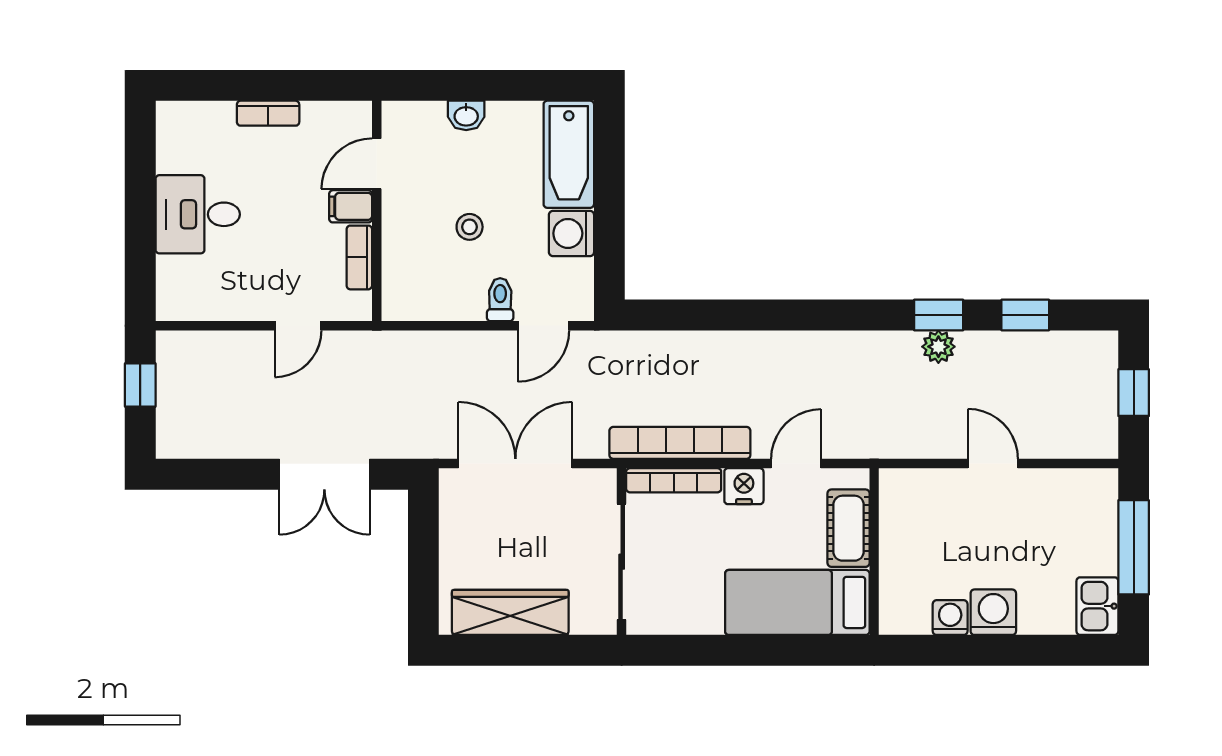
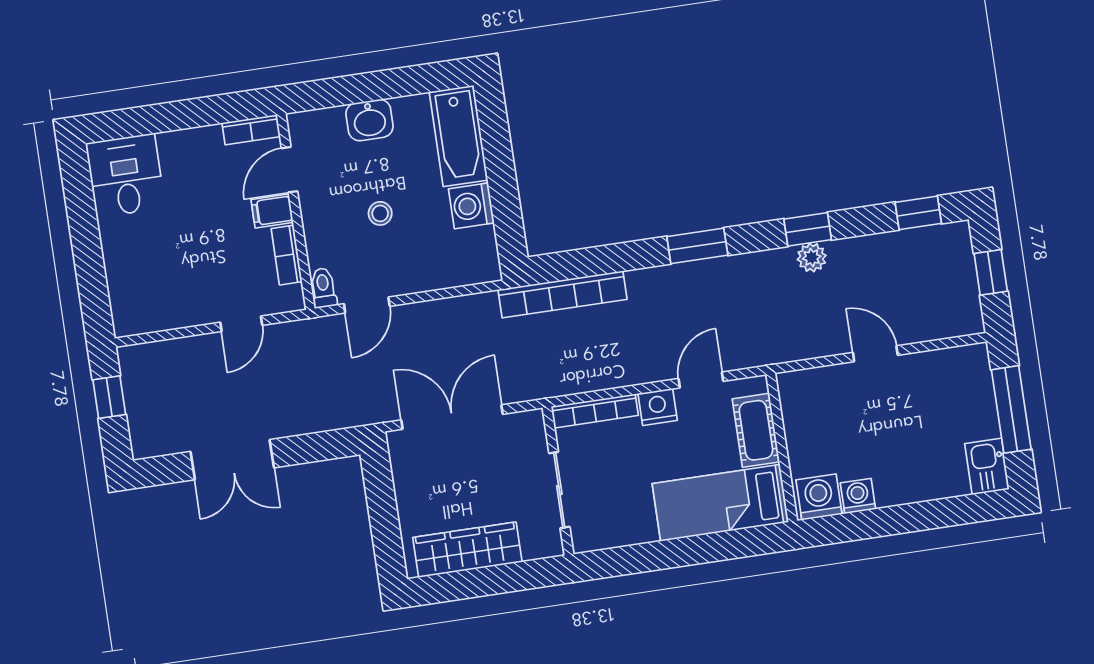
bookcase: (268, 113) -> (251, 130), moved
washbasin: (466, 115) -> (369, 120), width x1.38, depth x1.45
desk: (198, 214) -> (125, 175), moved, turned 90
toilet: (500, 300) -> (323, 288), moved
window: (814, 315) -> (697, 246), added
window: (1025, 315) -> (918, 213), moved
door: (544, 326) -> (367, 305), moved
bookcase: (680, 443) -> (562, 294), moved, turned 180
double door: (324, 474) -> (232, 460), moved
sliding door: (622, 562) -> (559, 490), width x0.73
washing machine: (993, 612) -> (819, 497), moved

